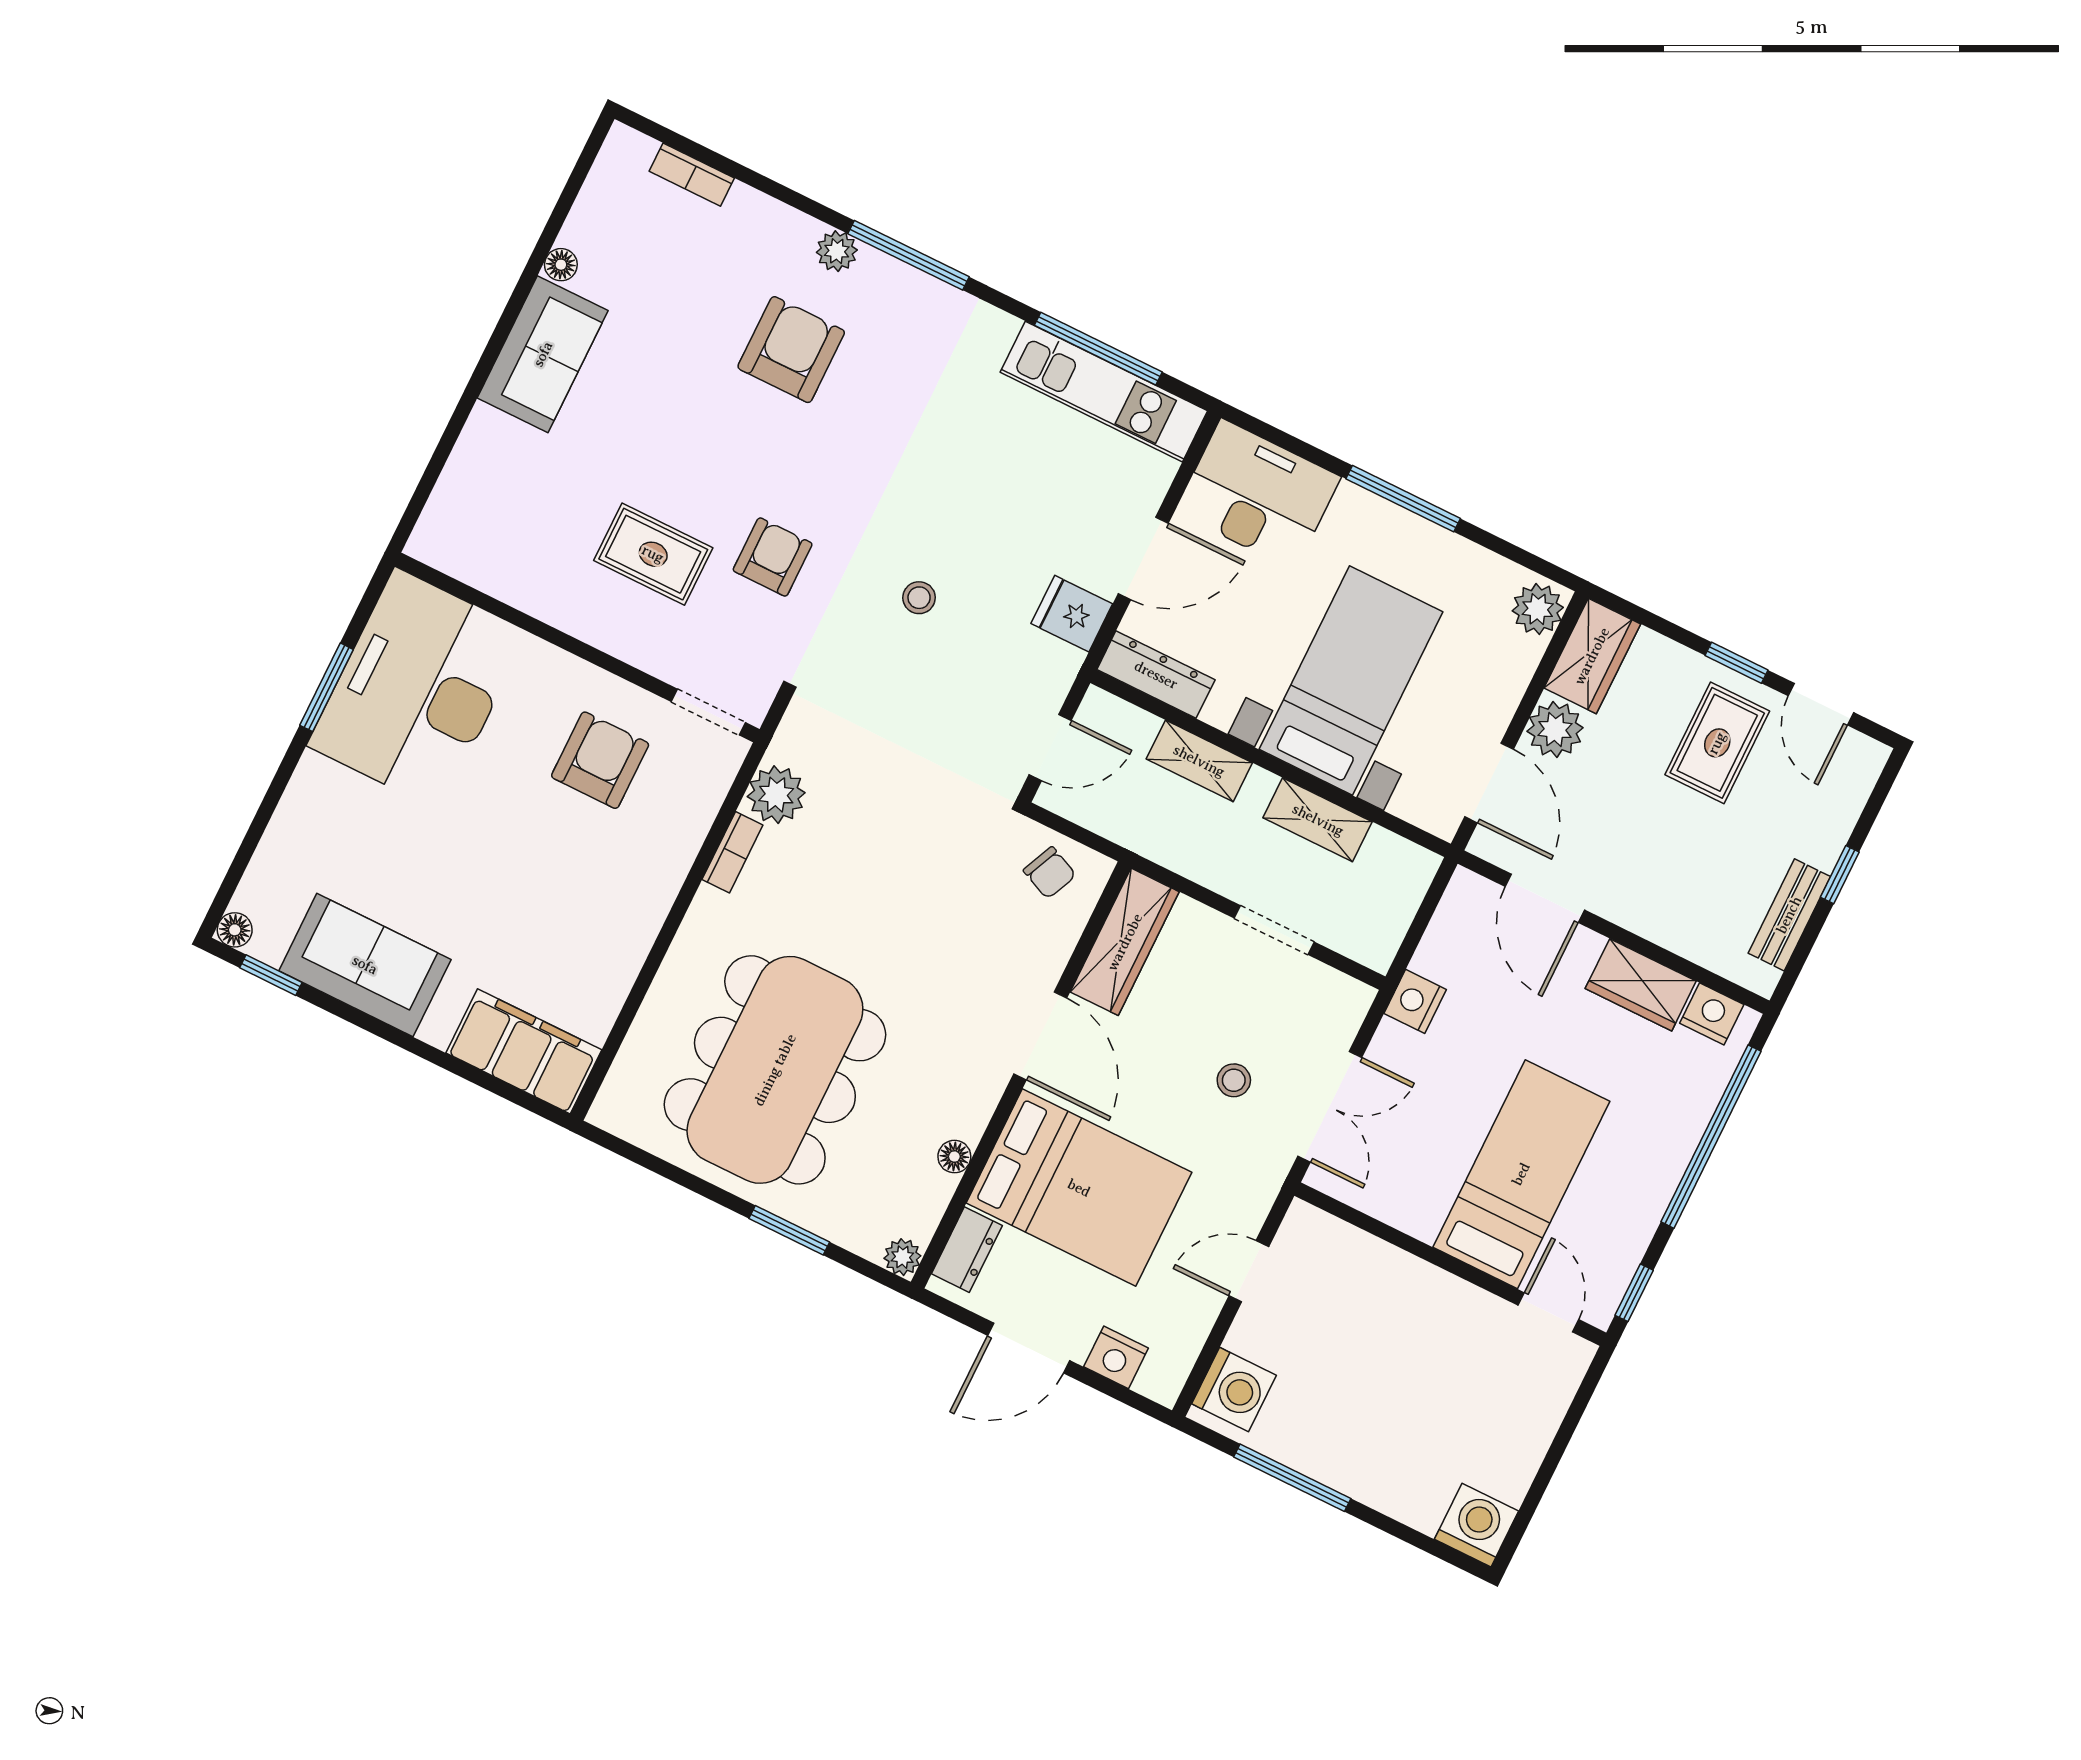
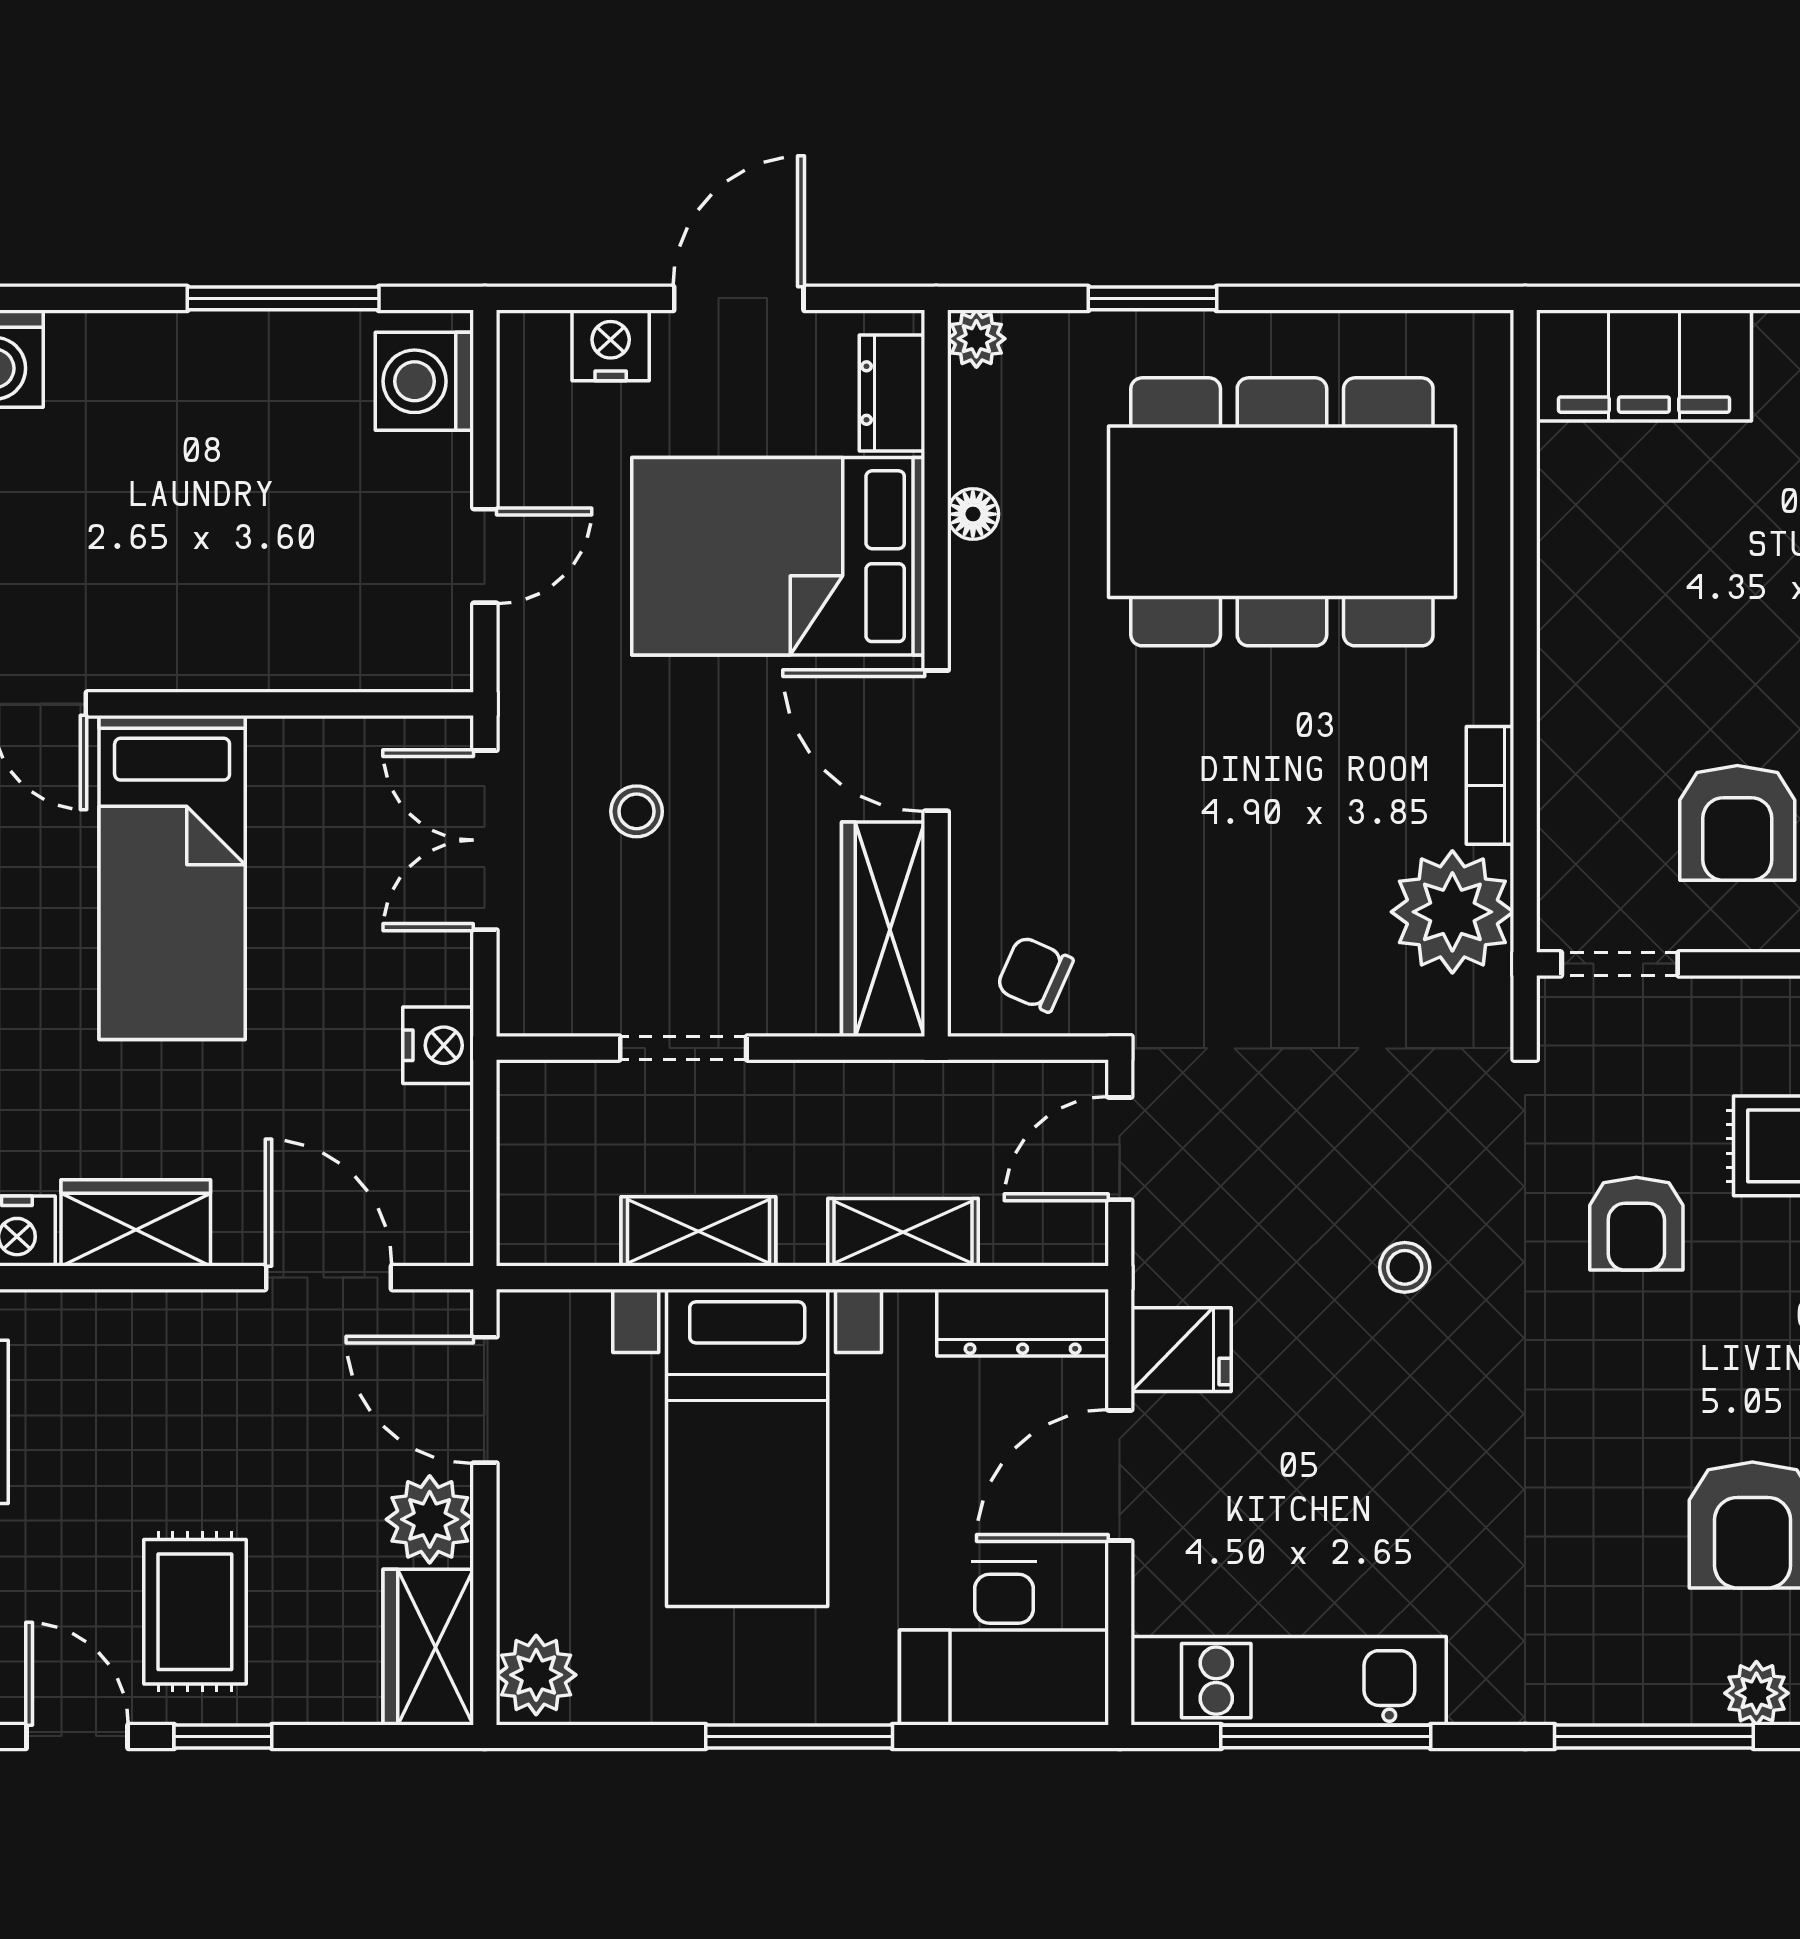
plant: (776, 795) -> (1452, 912), width x1.36, depth x1.36
dining table: (775, 1070) -> (1282, 512), turned 90

